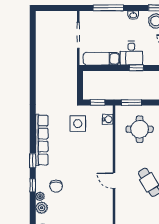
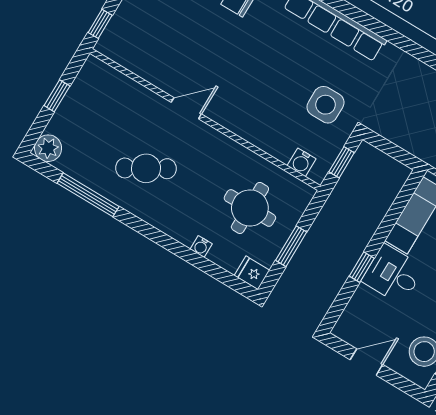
window: (132, 103) -> (291, 246), moved

